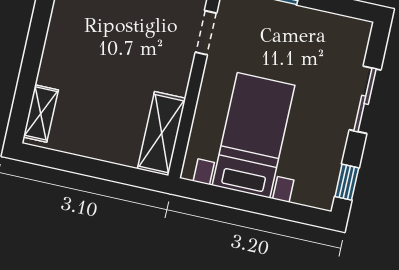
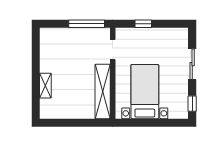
shelving: (41, 113) -> (45, 86), moved
shelving: (162, 134) -> (103, 91), width x1.47

